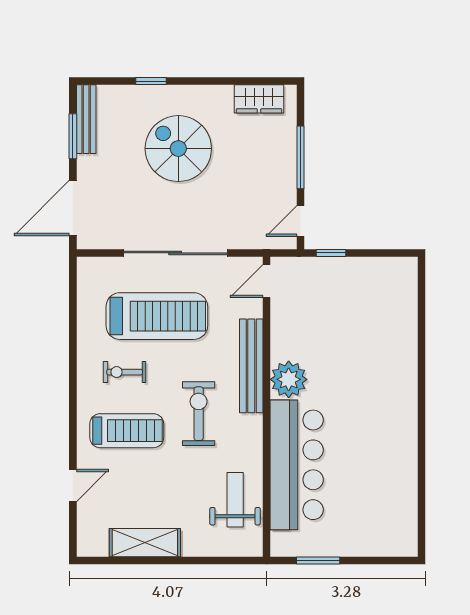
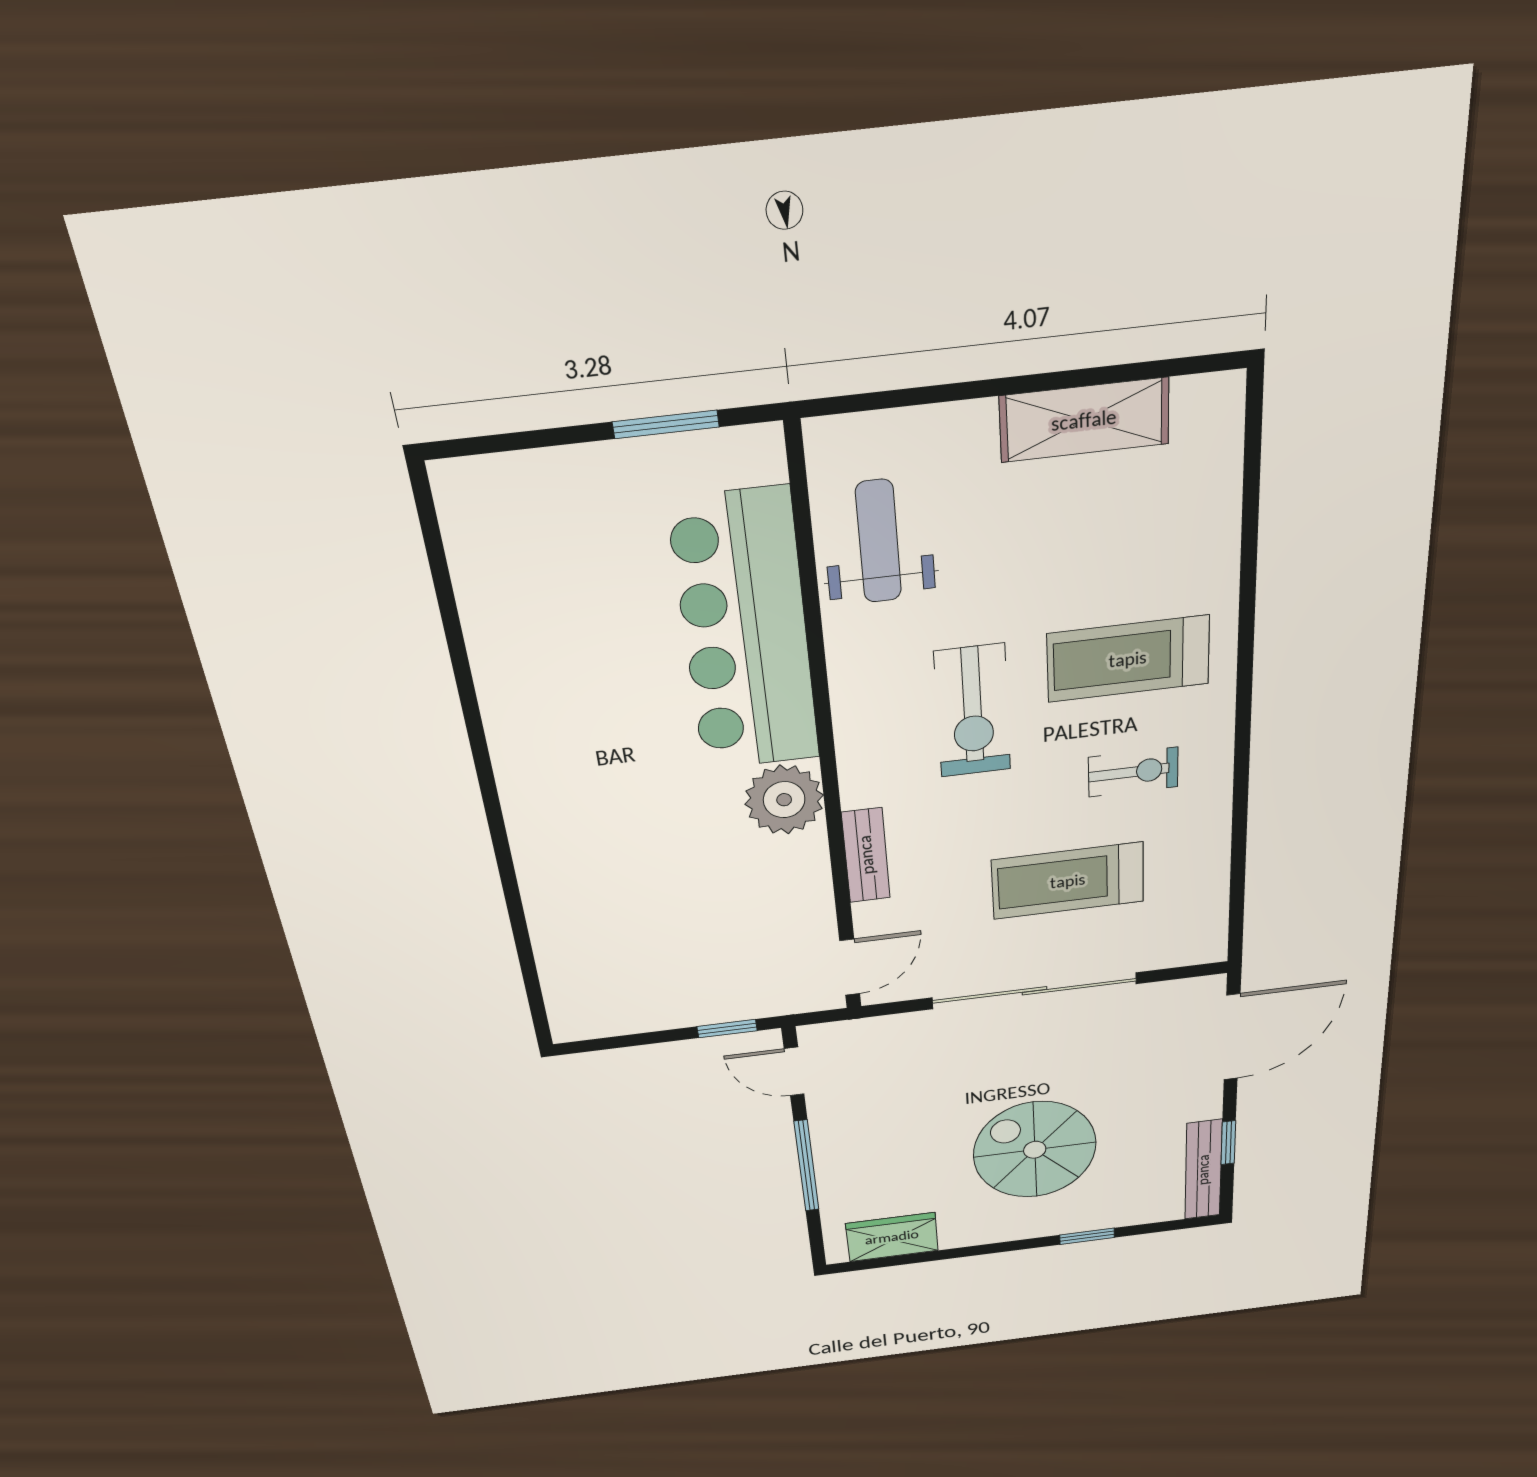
window: (73, 136) -> (1228, 1143), width x0.67
spiral stairs: (178, 149) -> (1035, 1150), turned 180
door: (300, 221) -> (794, 1071), swing flipped
treadmill: (157, 316) -> (1068, 881), width x0.73, depth x0.73
bench: (251, 366) -> (866, 855), width x0.54, depth x0.82
door: (73, 486) -> (1250, 530), removed
weight bench: (235, 500) -> (878, 541), turned 180

